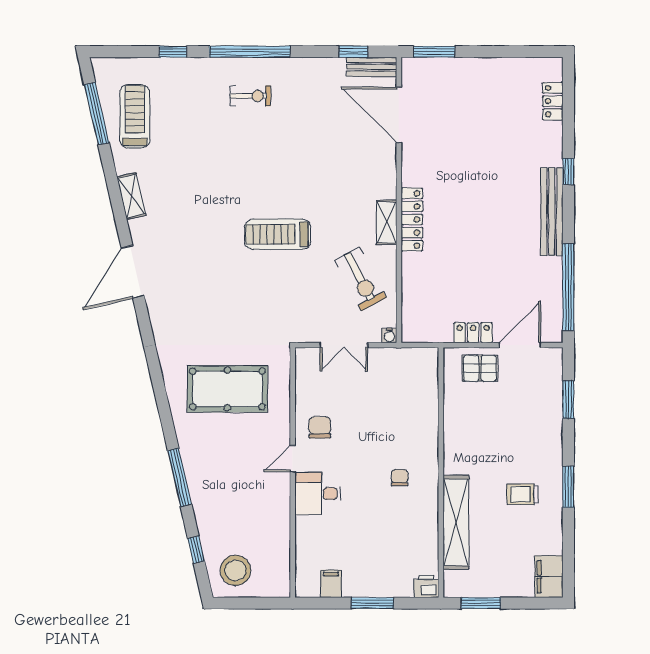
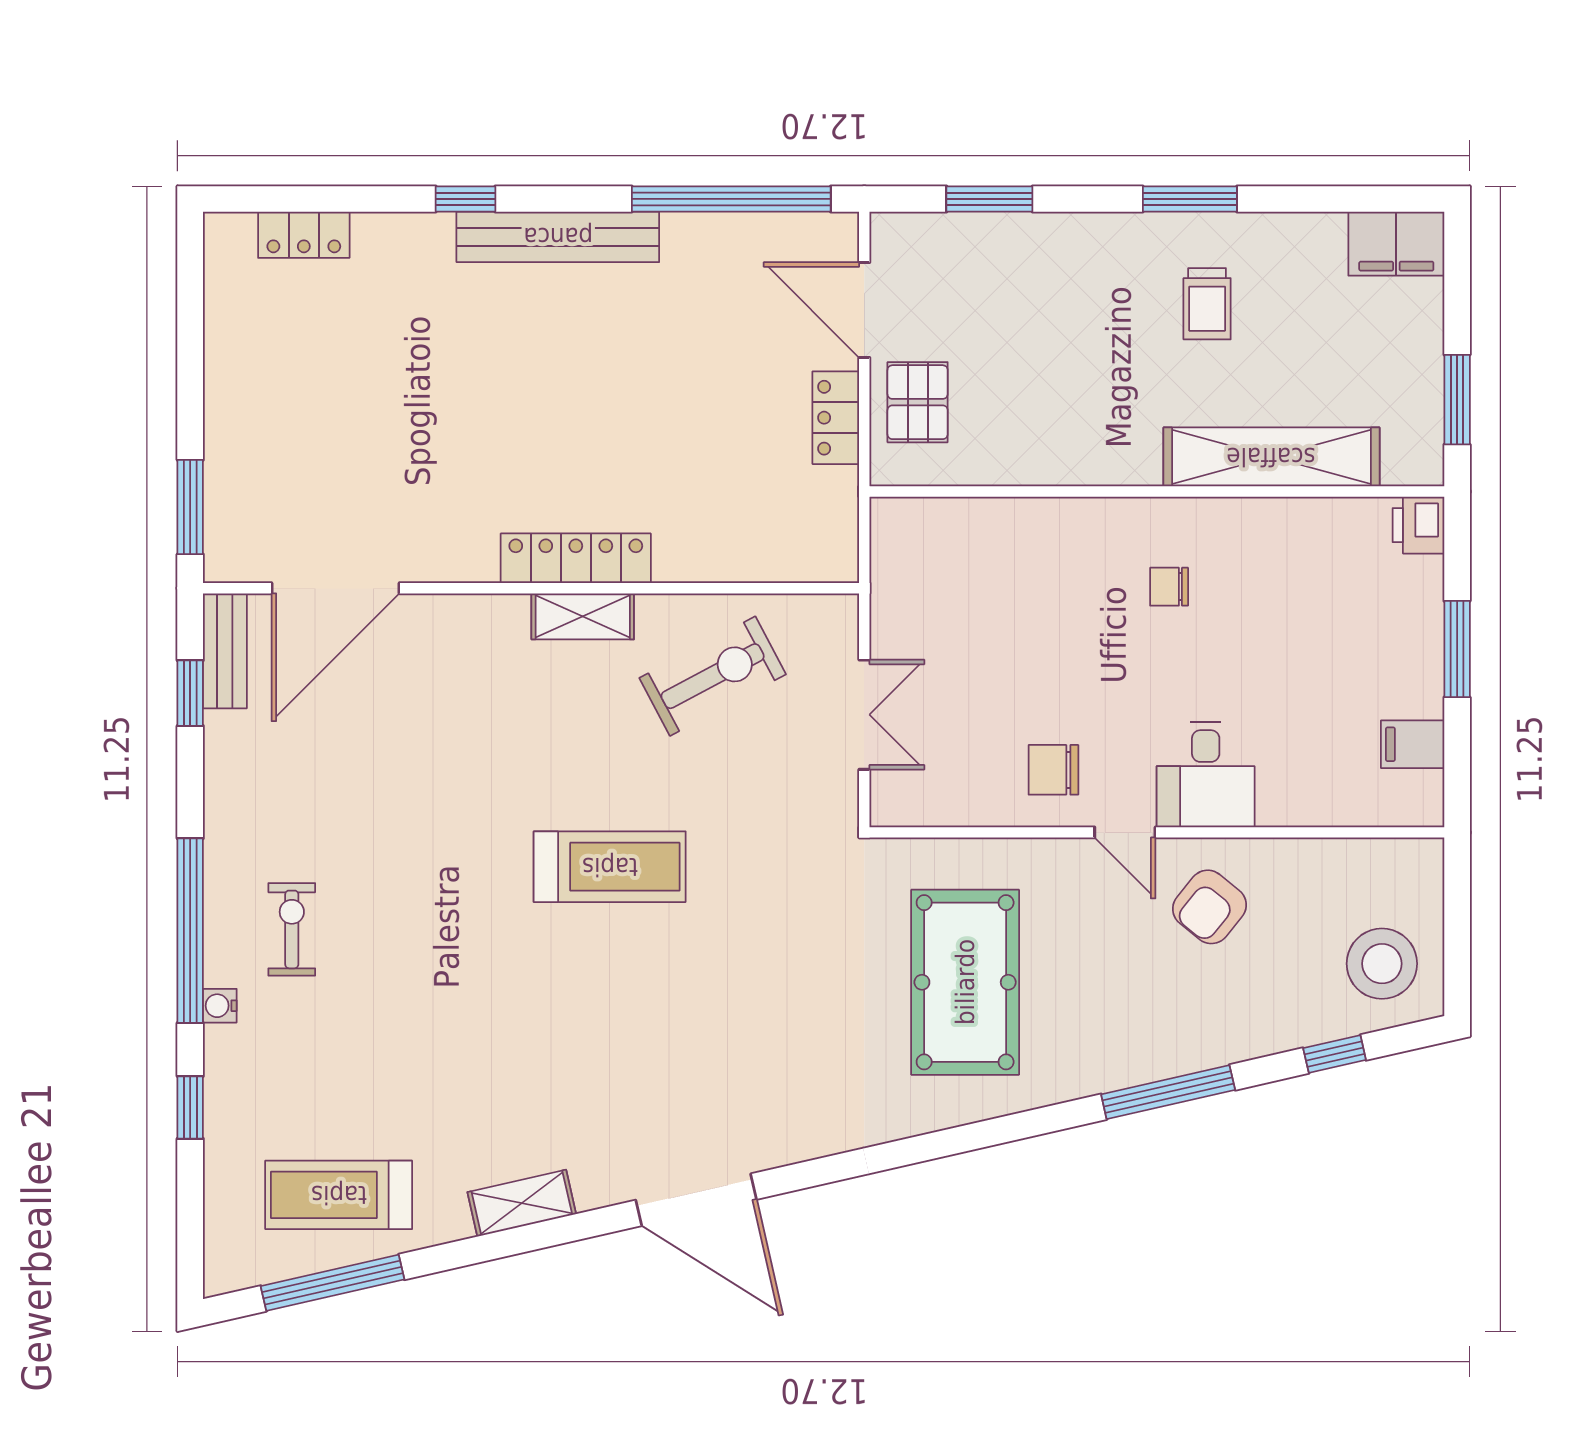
treadmill: (278, 234) -> (610, 867), turned -90
water cooler: (389, 336) -> (220, 1006), moved, turned 180
armchair: (260, 495) -> (1209, 907), added

